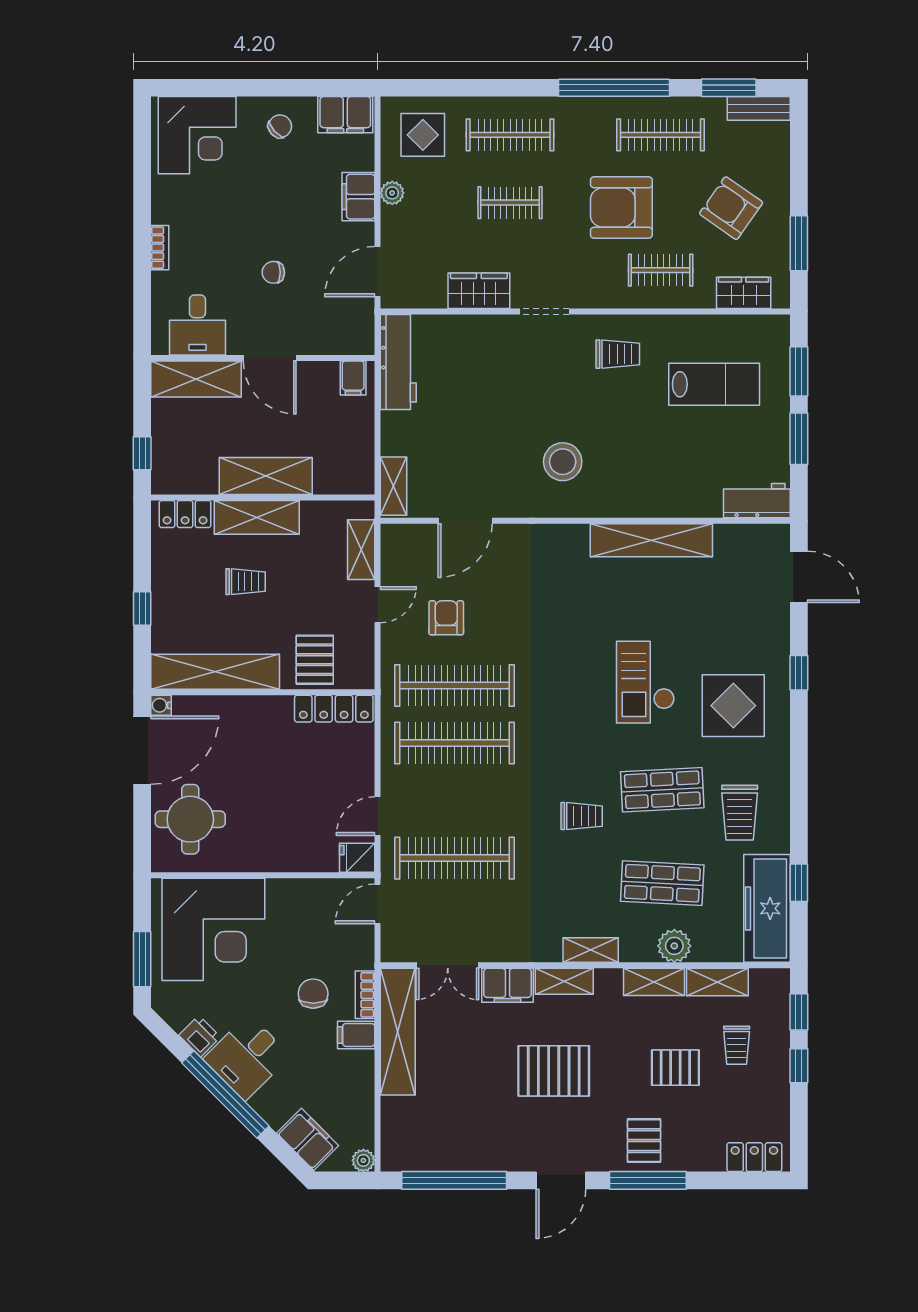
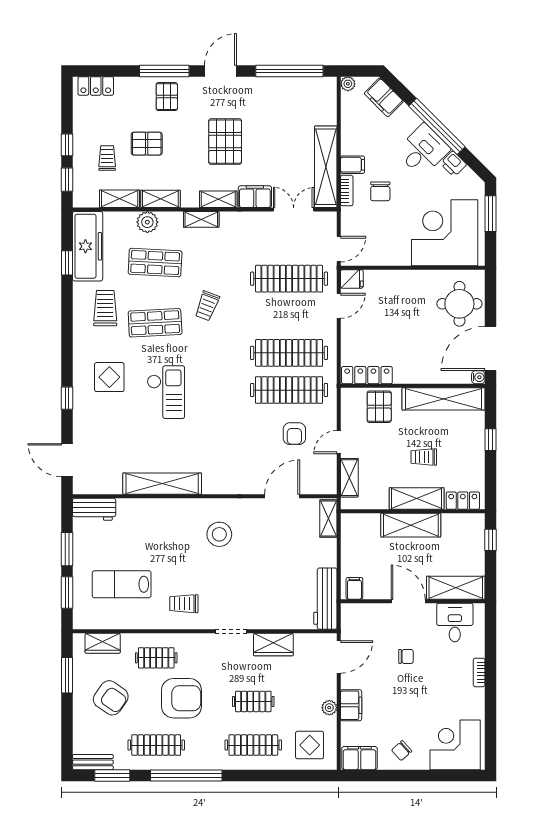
display table: (733, 706) -> (109, 377), width x0.73, depth x0.73
trolley: (582, 816) -> (207, 306), turned -69
pallet: (554, 1071) -> (225, 142), turned 90

